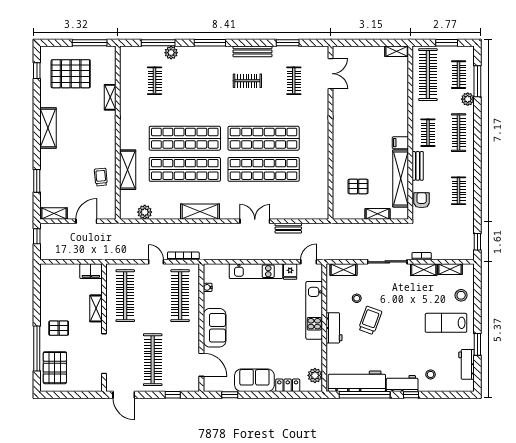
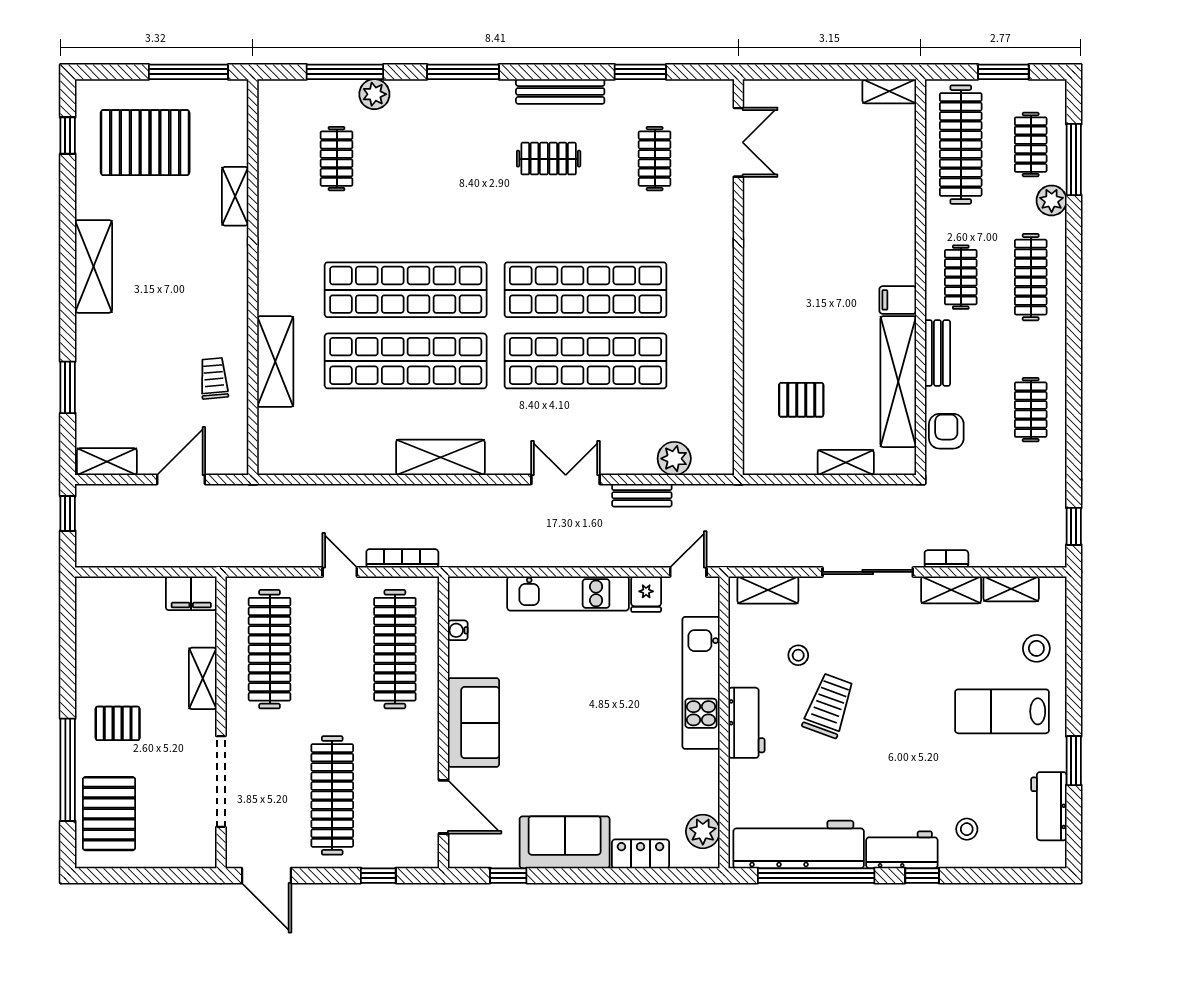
plant: (145, 212) -> (674, 459), moved

